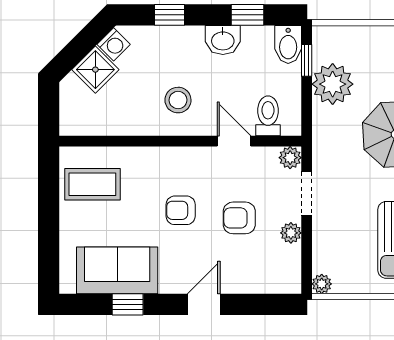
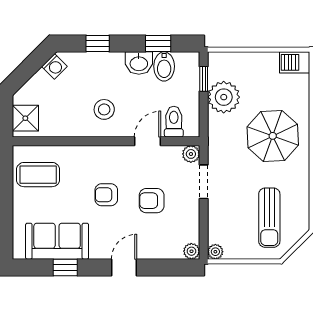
bidet: (288, 44) -> (164, 66), moved
shower: (95, 70) -> (25, 118), moved, turned 45
door: (234, 141) -> (148, 141), hinge flipped
plant: (291, 233) -> (191, 251), moved

